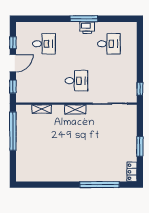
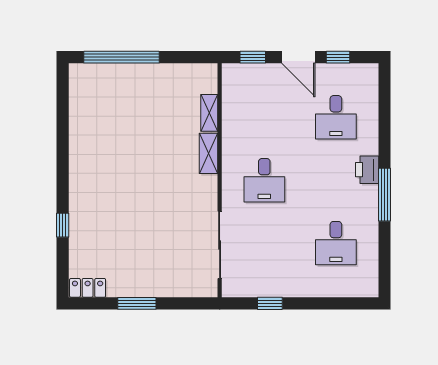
printer: (87, 28) -> (367, 170), moved
window: (140, 89) -> (270, 303), moved
shelving: (75, 109) -> (209, 153), moved
window: (13, 131) -> (122, 57), moved
window: (100, 185) -> (63, 225), width x0.32

